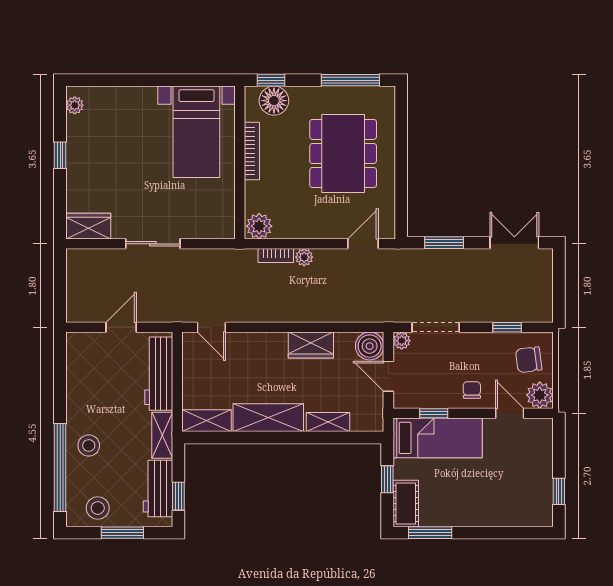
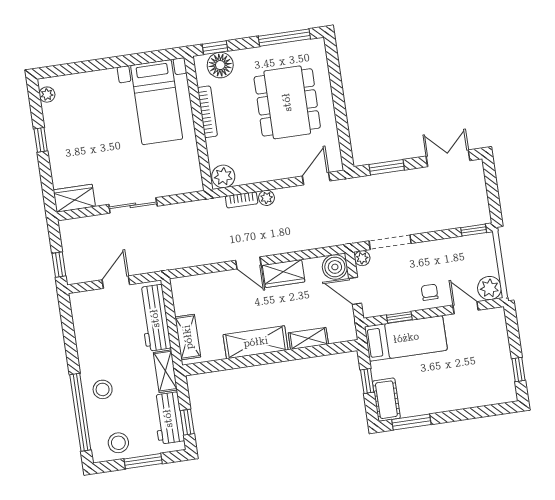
window: (60, 298) -> (59, 265), added
door: (211, 327) -> (248, 263), moved
window: (507, 327) -> (474, 230), moved
chair: (529, 360) -> (475, 259), removed
shelving: (207, 421) -> (188, 337), moved, turned 90

